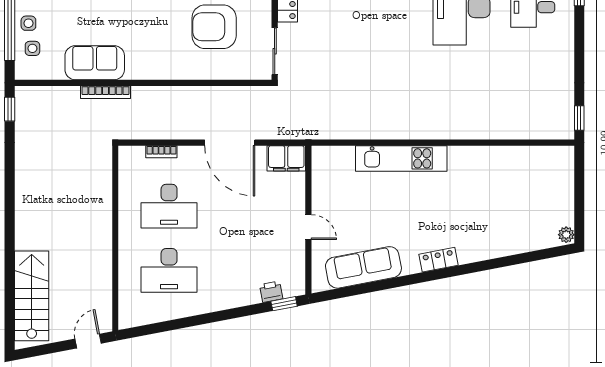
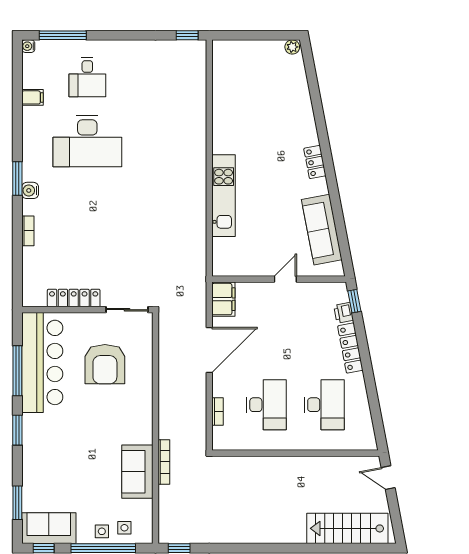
locker: (232, 299) -> (350, 348), added

